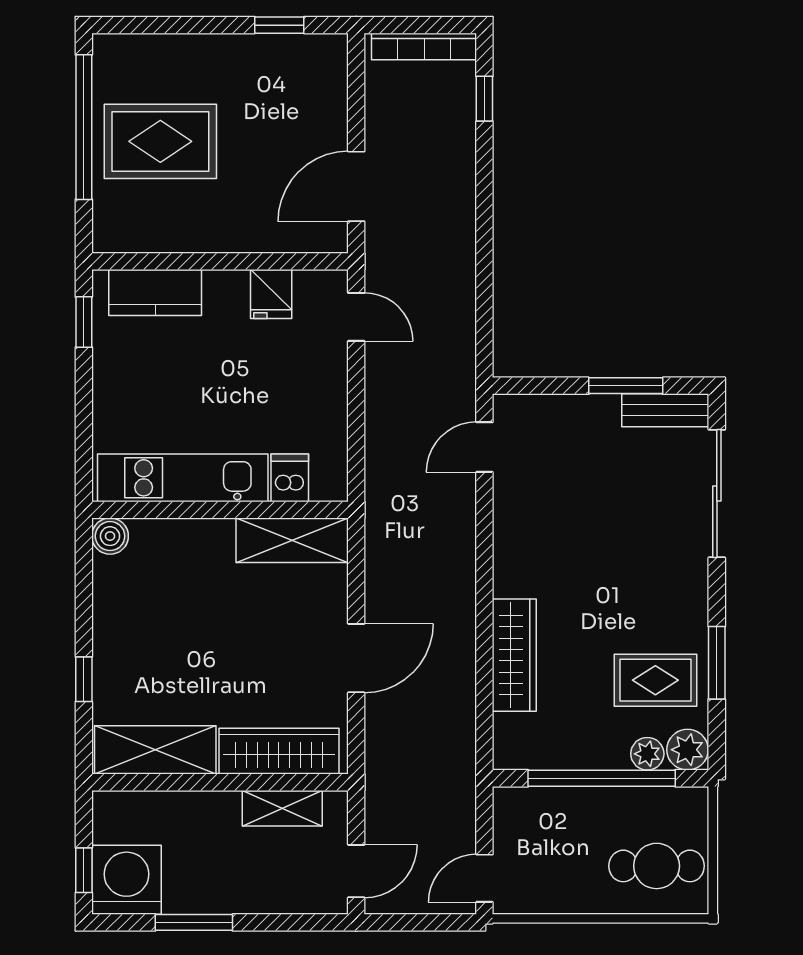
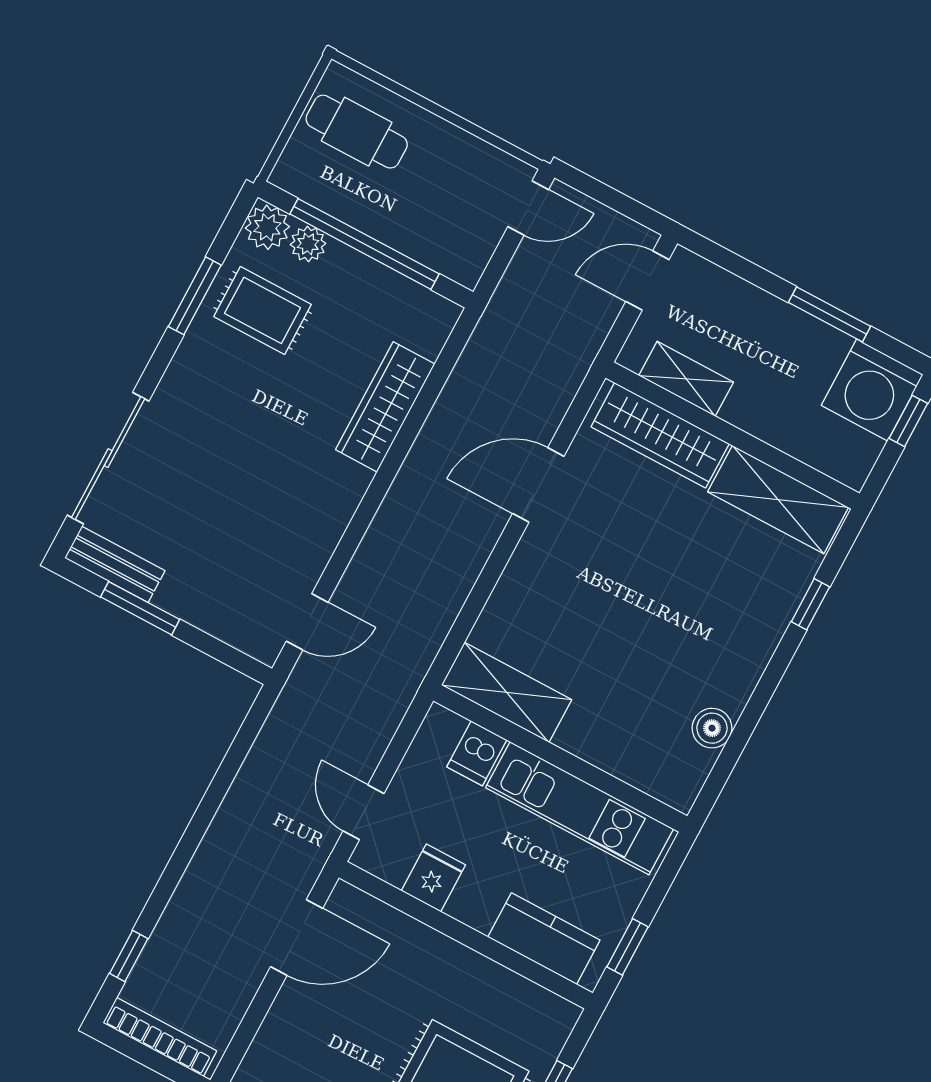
kitchen unit: (183, 478) -> (579, 808), moved
dishwasher: (290, 478) -> (477, 753), moved
wall: (220, 510) -> (560, 758), moved
shelving: (292, 540) -> (507, 692), moved

